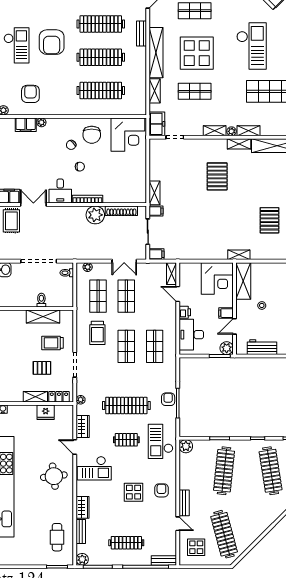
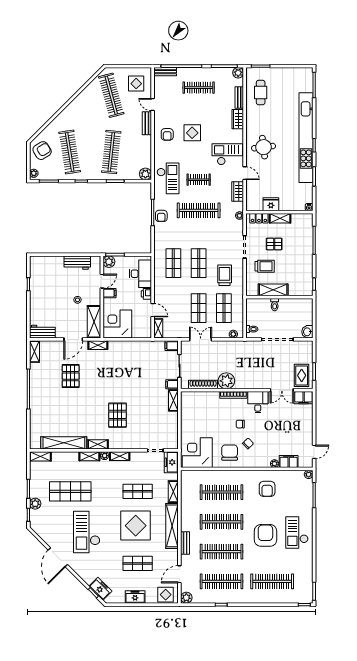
armchair: (30, 94) -> (267, 489), moved
door: (266, 261) -> (73, 339), added

